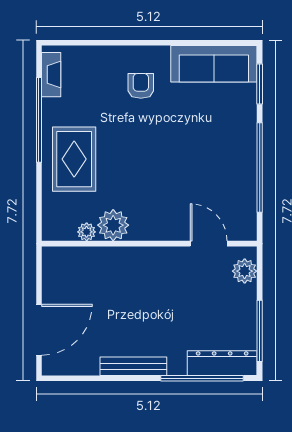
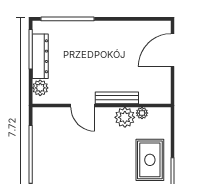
door: (209, 244) -> (83, 105), moved
dresser: (222, 363) -> (40, 56), moved, turned -90
bench: (133, 366) -> (117, 98), moved

